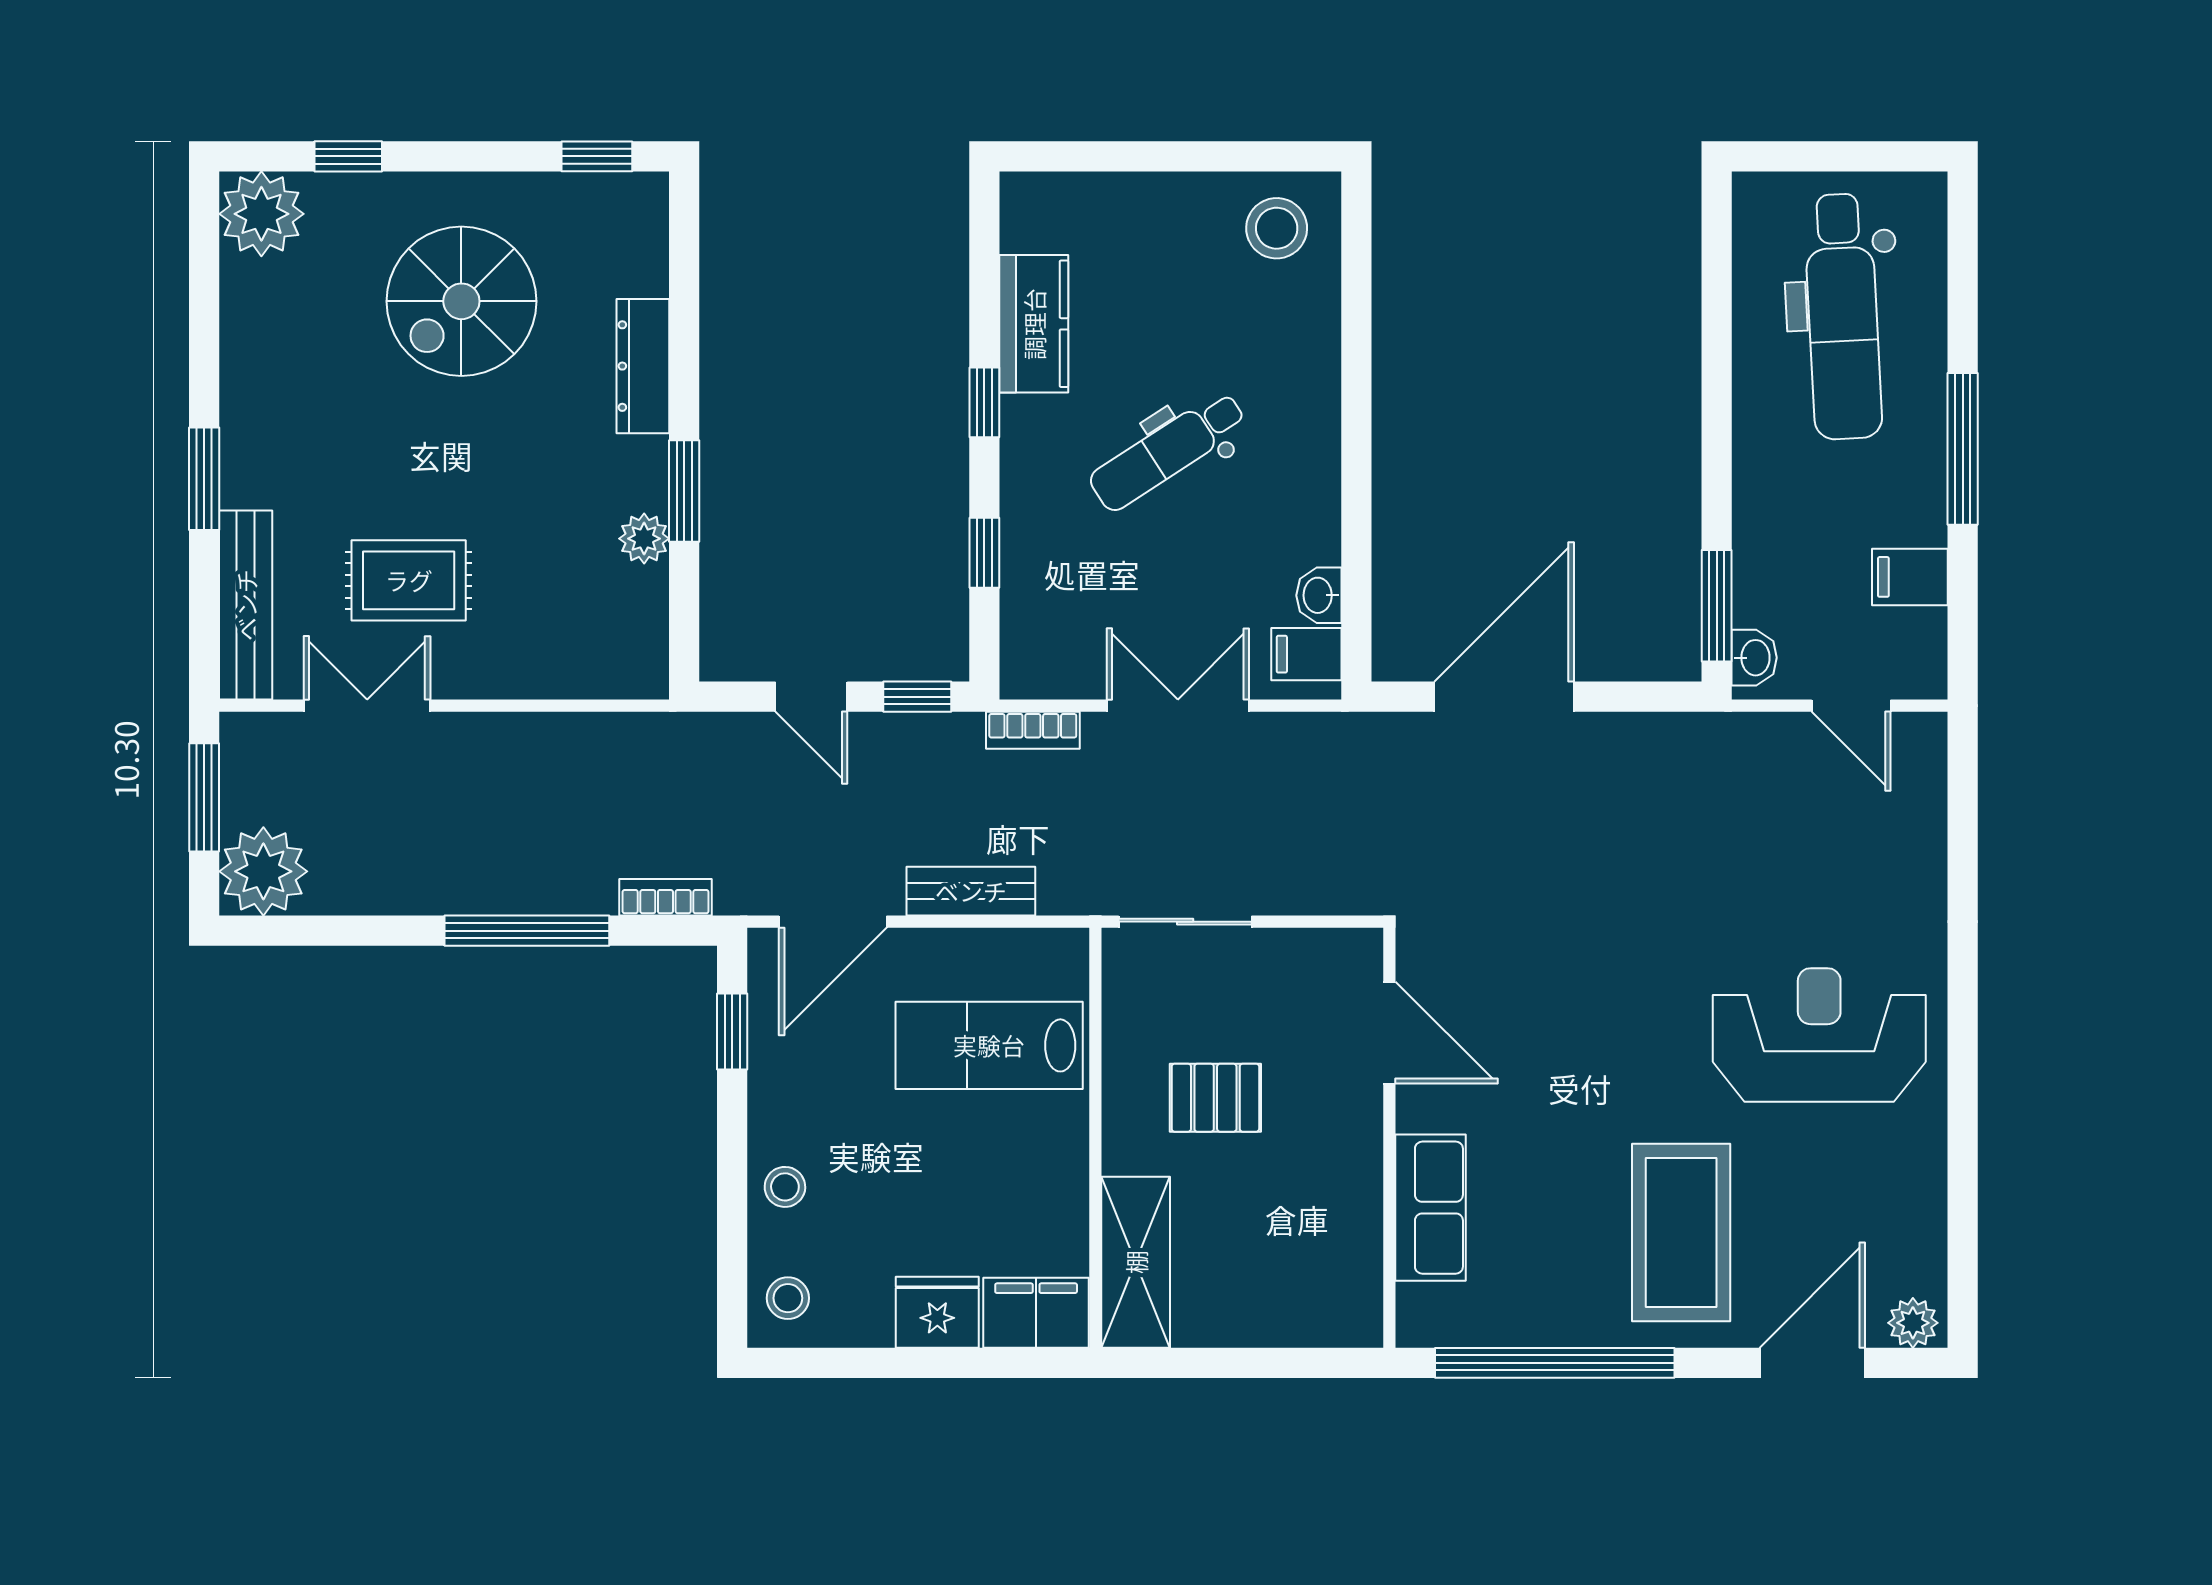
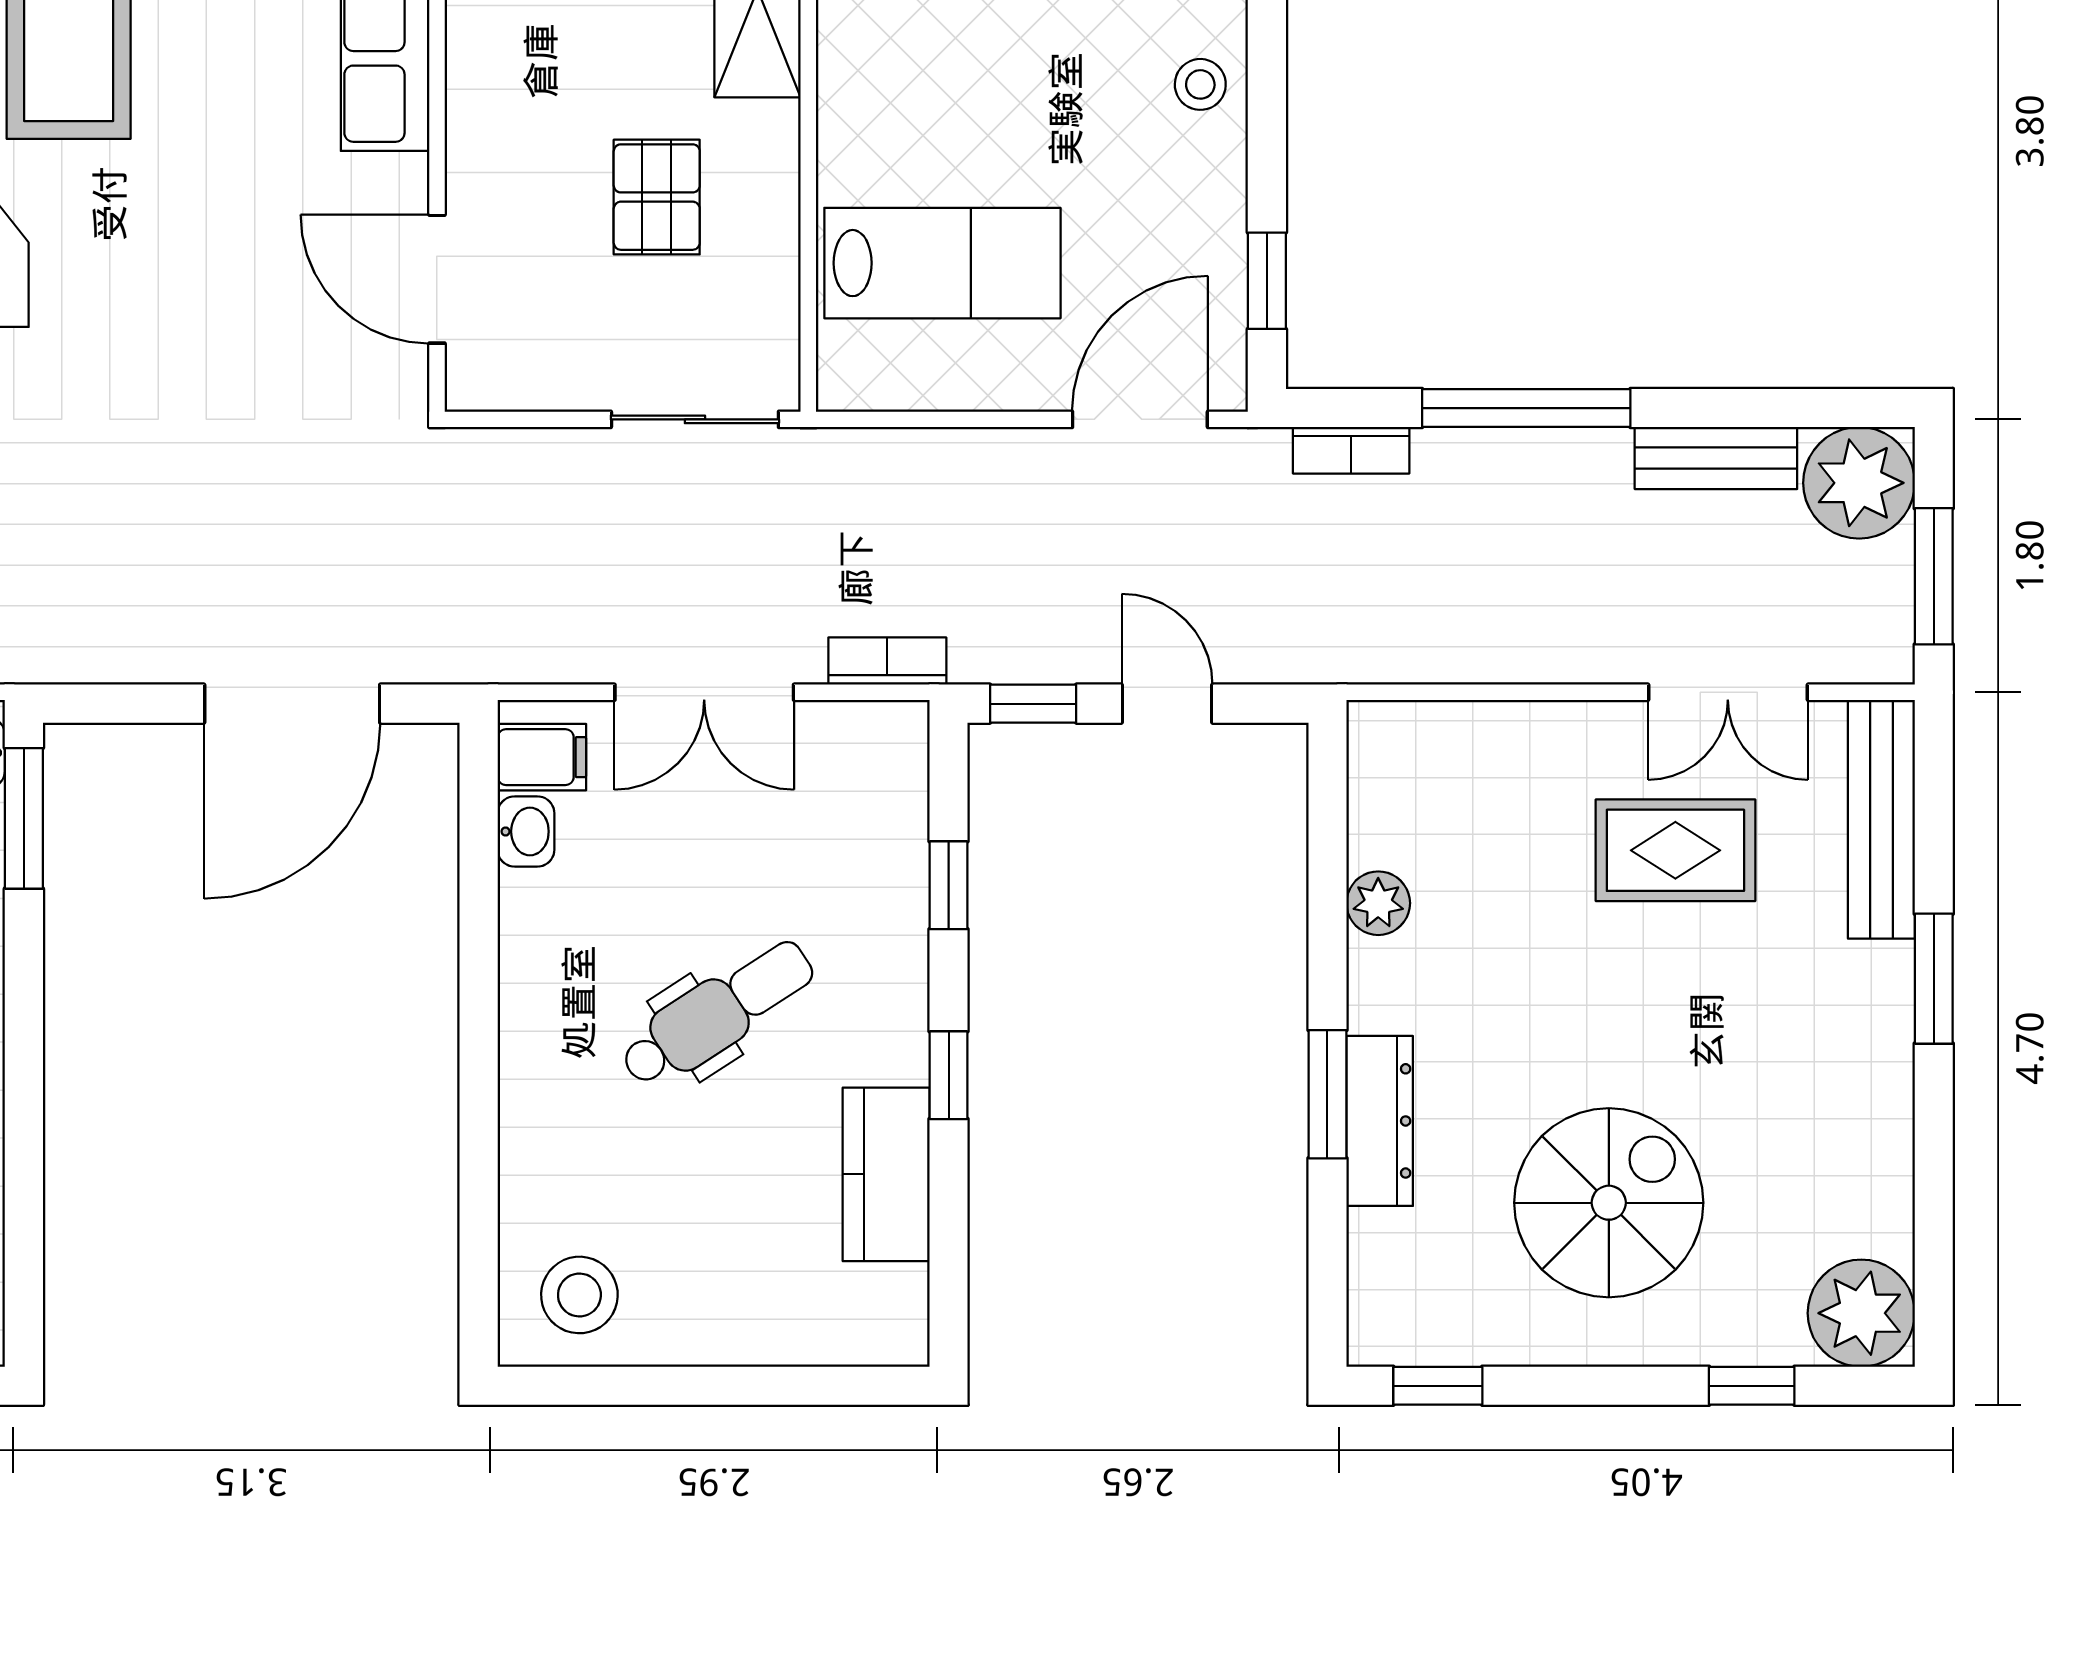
window: (684, 491) -> (1327, 1094), moved
bench: (971, 891) -> (1716, 458), moved
pallet: (1215, 1098) -> (657, 197), turned 90

